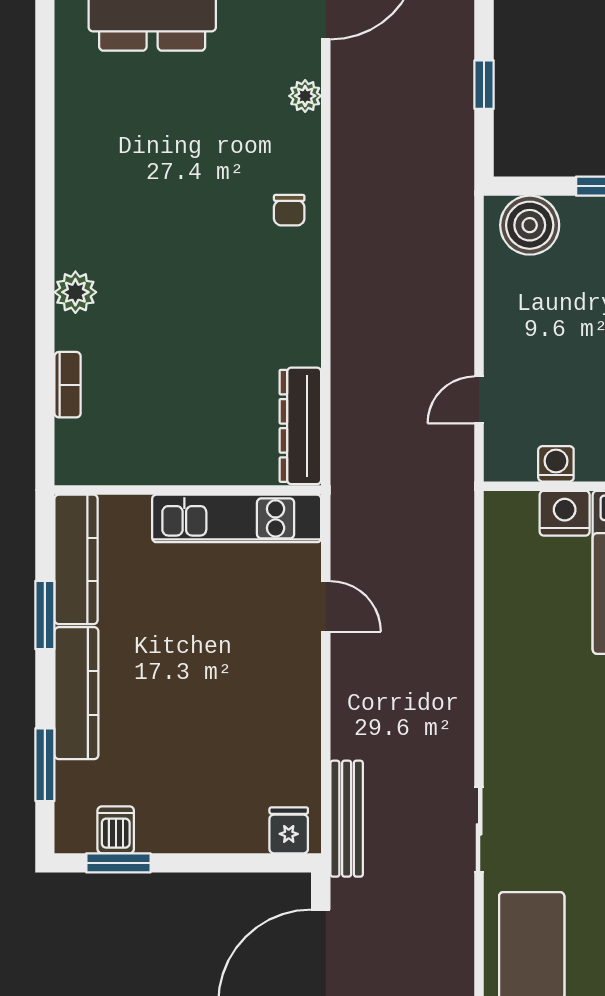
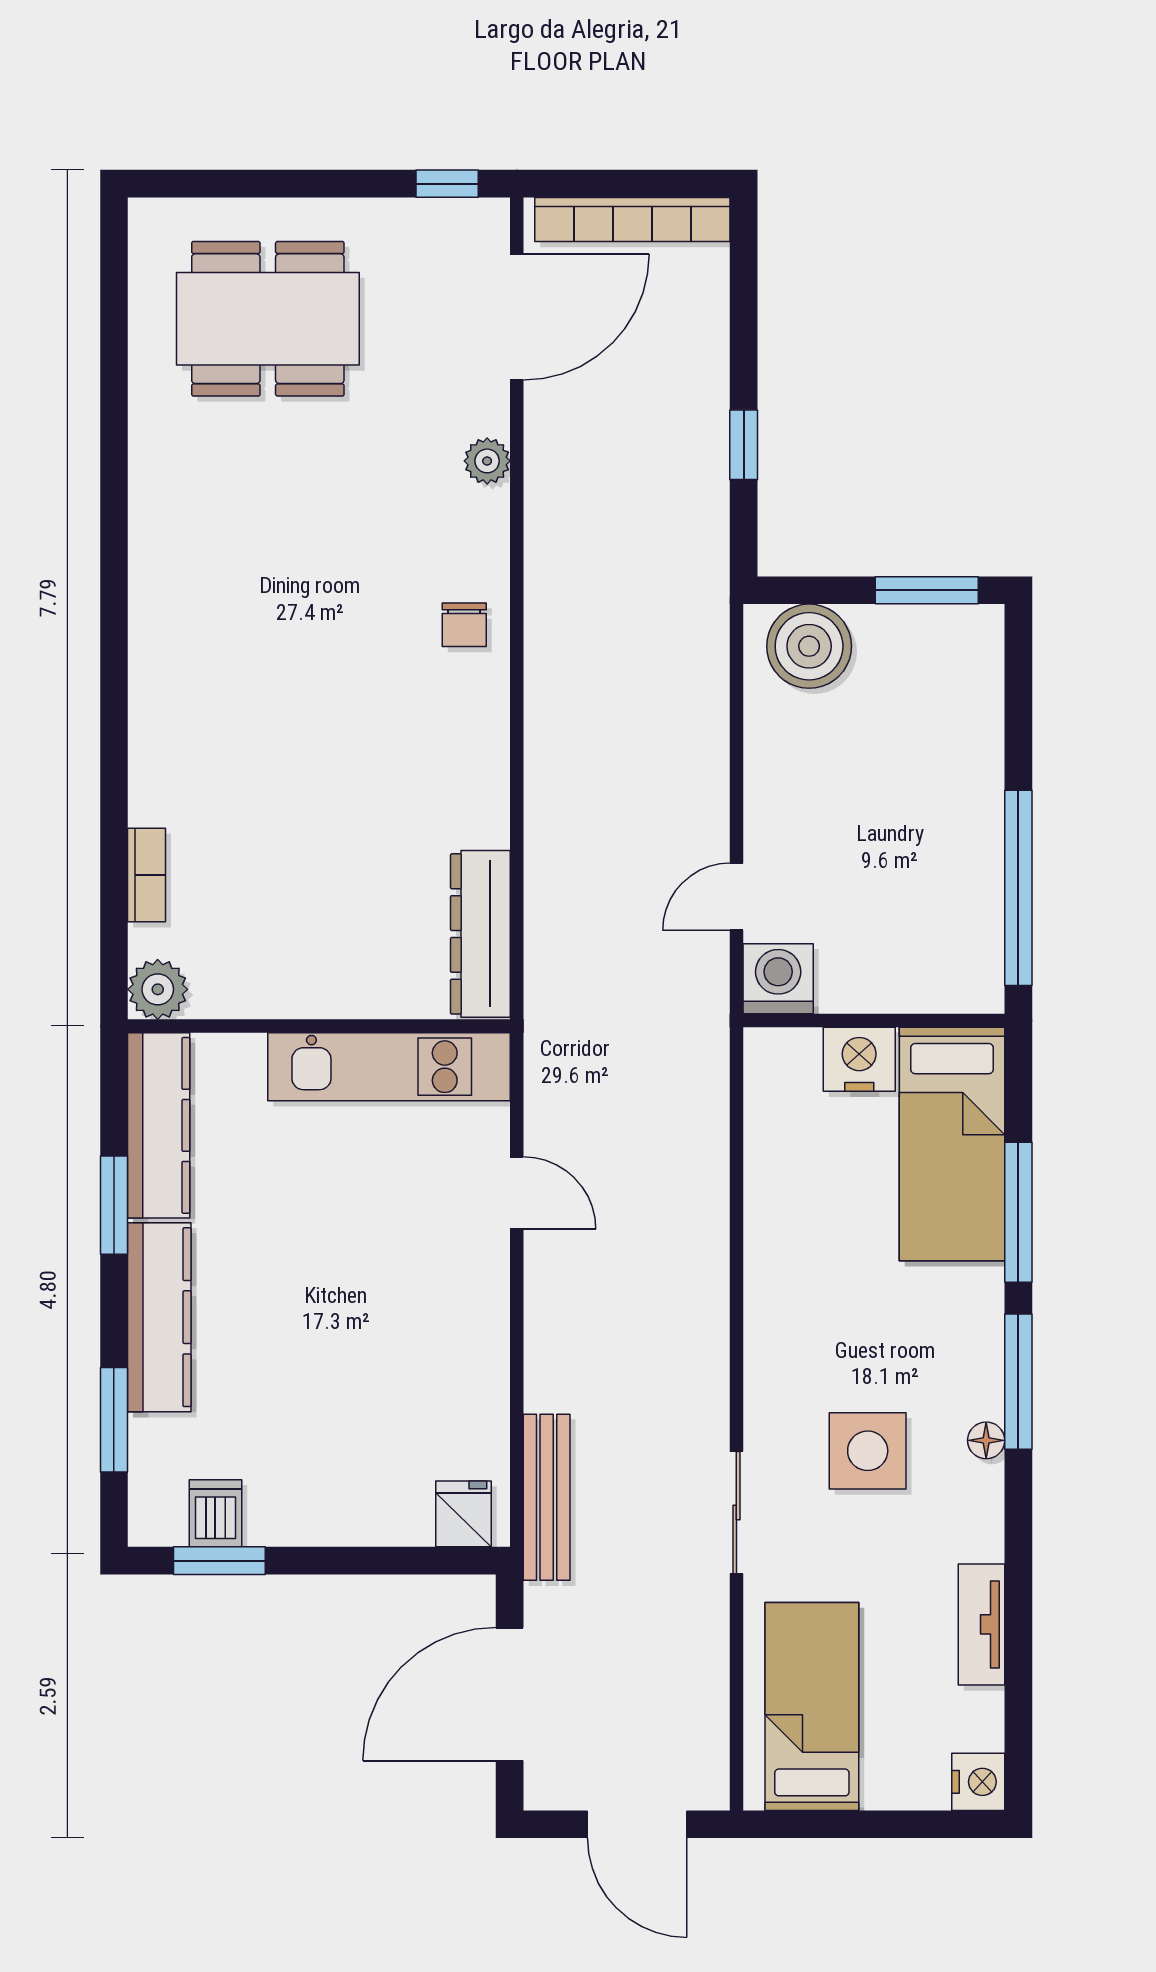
plant: (75, 292) -> (158, 989), moved
washing machine: (556, 464) -> (778, 979), moved, width x1.38, depth x1.38
side table: (571, 786) -> (868, 1451), added

